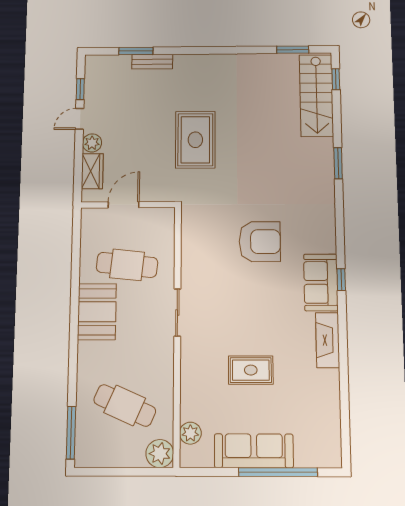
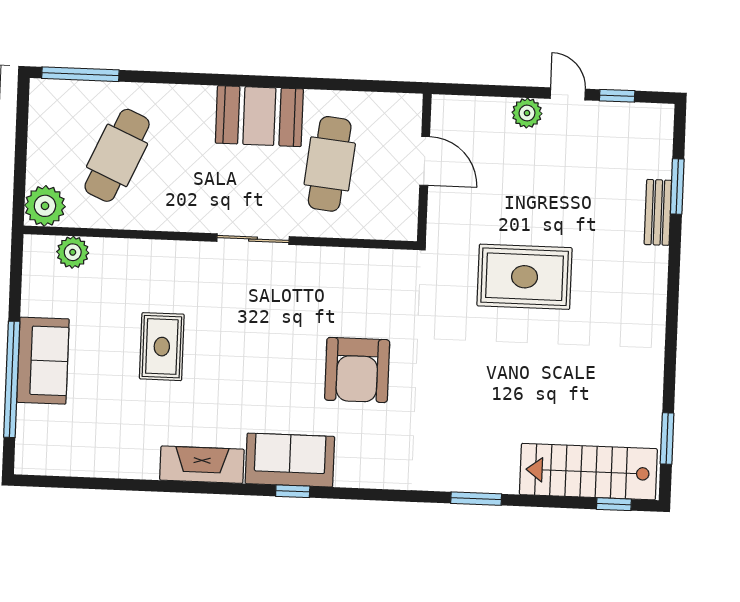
wardrobe: (92, 171) -> (481, 113), removed
sofa: (254, 451) -> (43, 361), width x0.73

